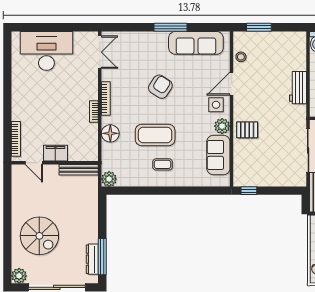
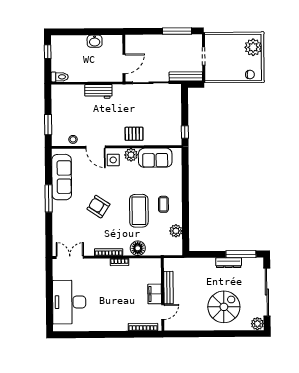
pallet: (247, 130) -> (134, 134), turned 90
bench: (79, 170) -> (168, 288), moved
plant: (109, 179) -> (176, 231), moved
dresser: (92, 259) -> (229, 263), moved

